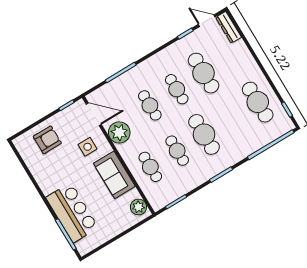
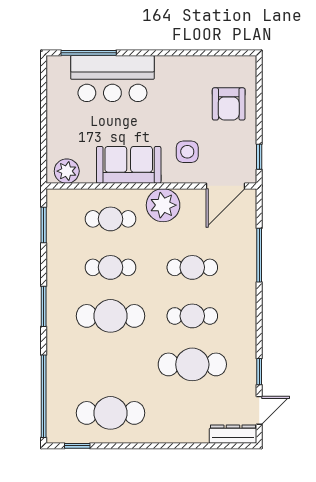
plant: (119, 132) -> (163, 205), moved

